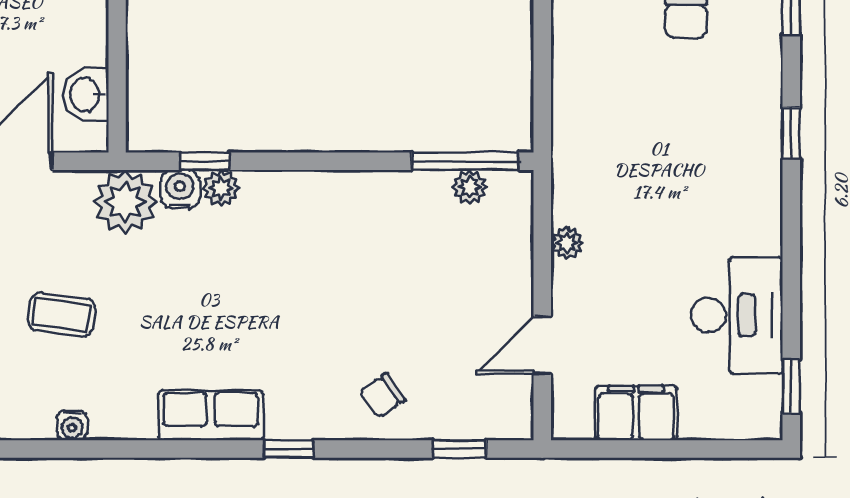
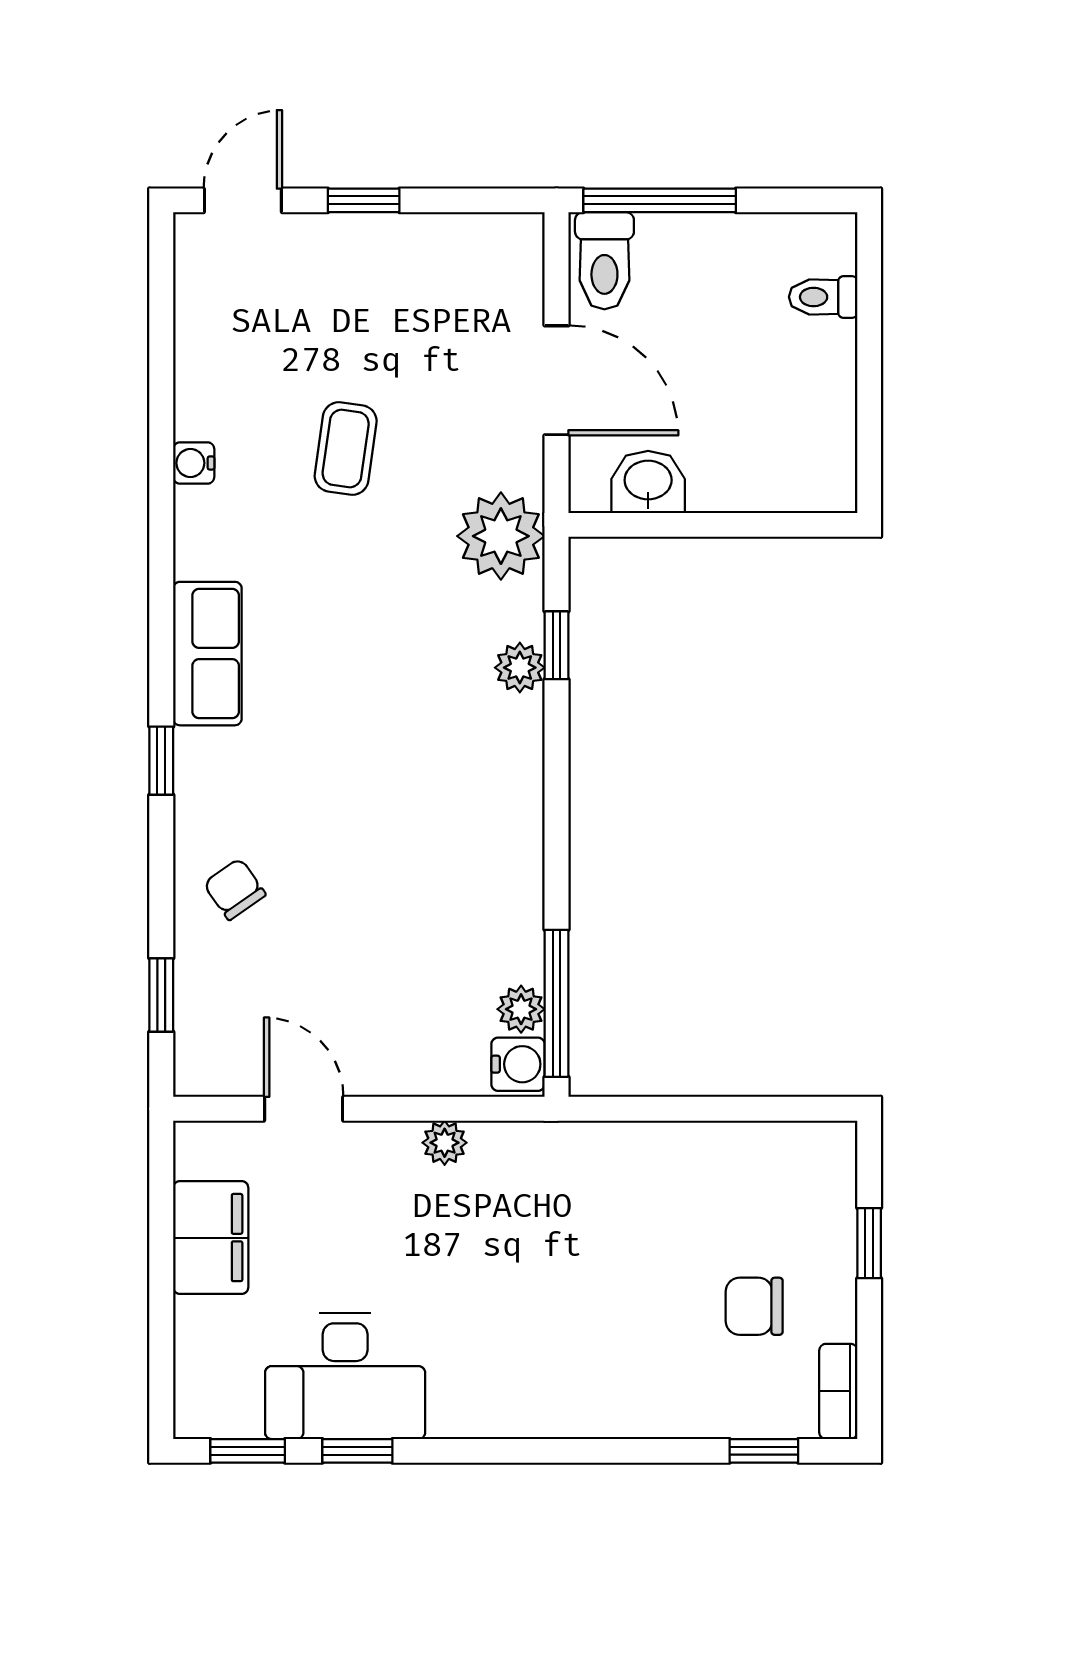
window: (791, 133) -> (357, 1451), moved
water cooler: (180, 189) -> (518, 1064), moved

